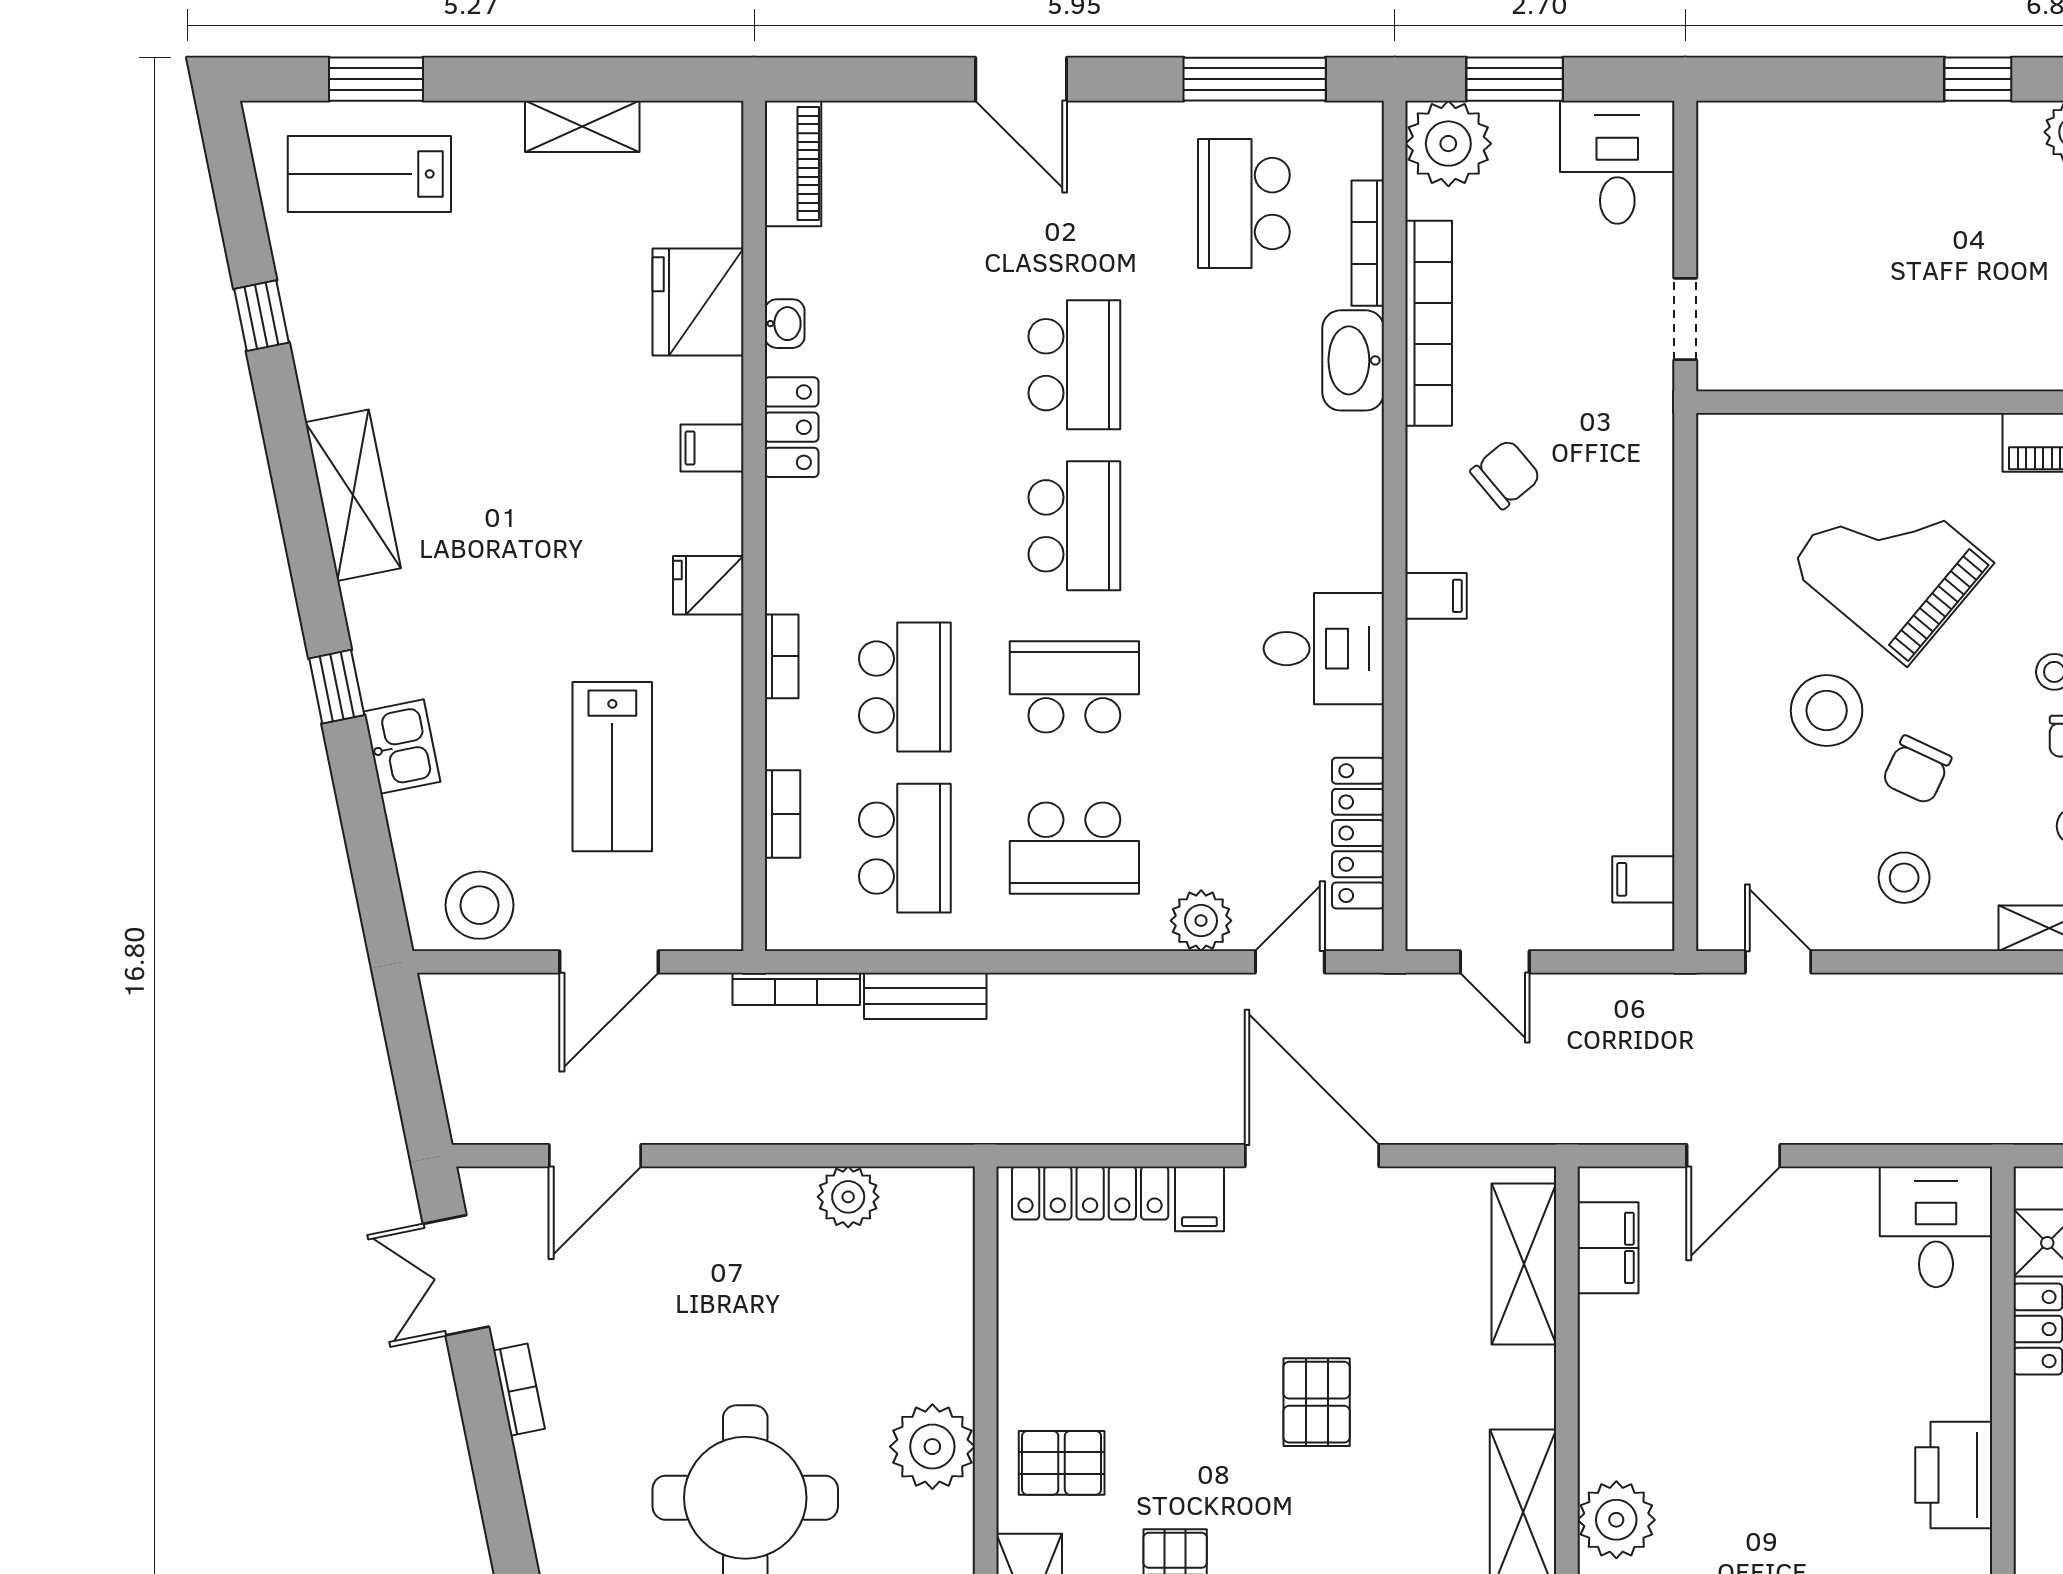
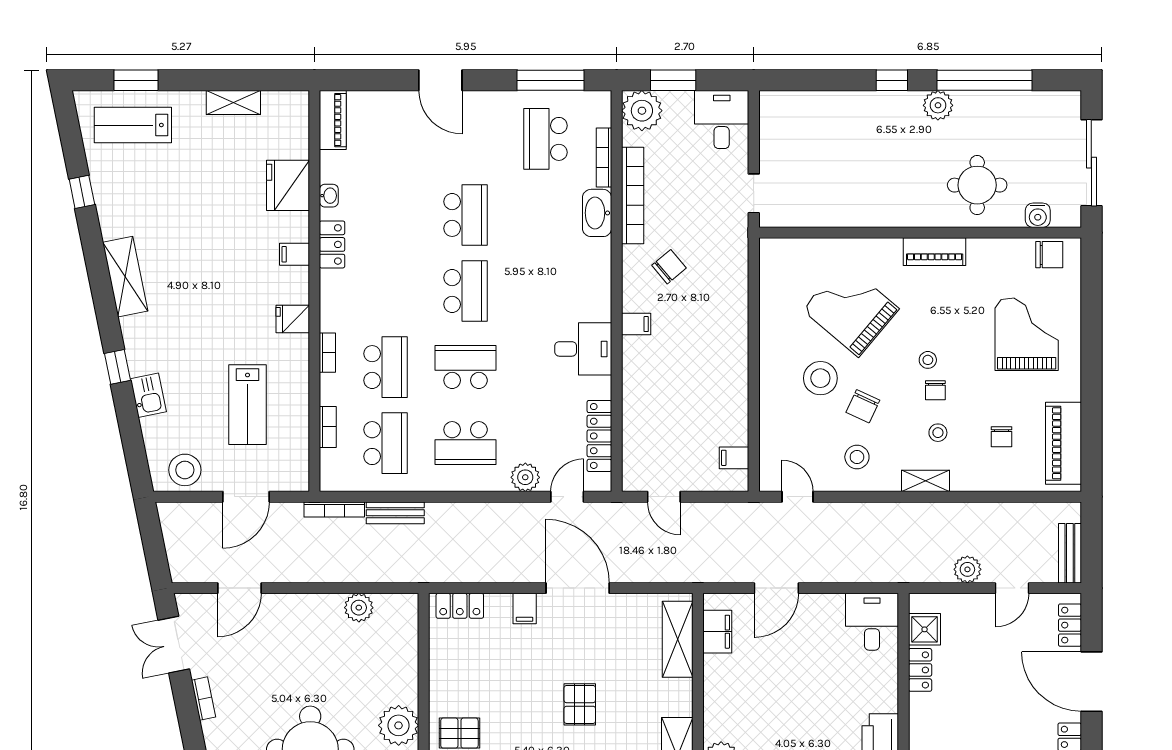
locker: (1090, 1193) -> (460, 606), width x0.66

